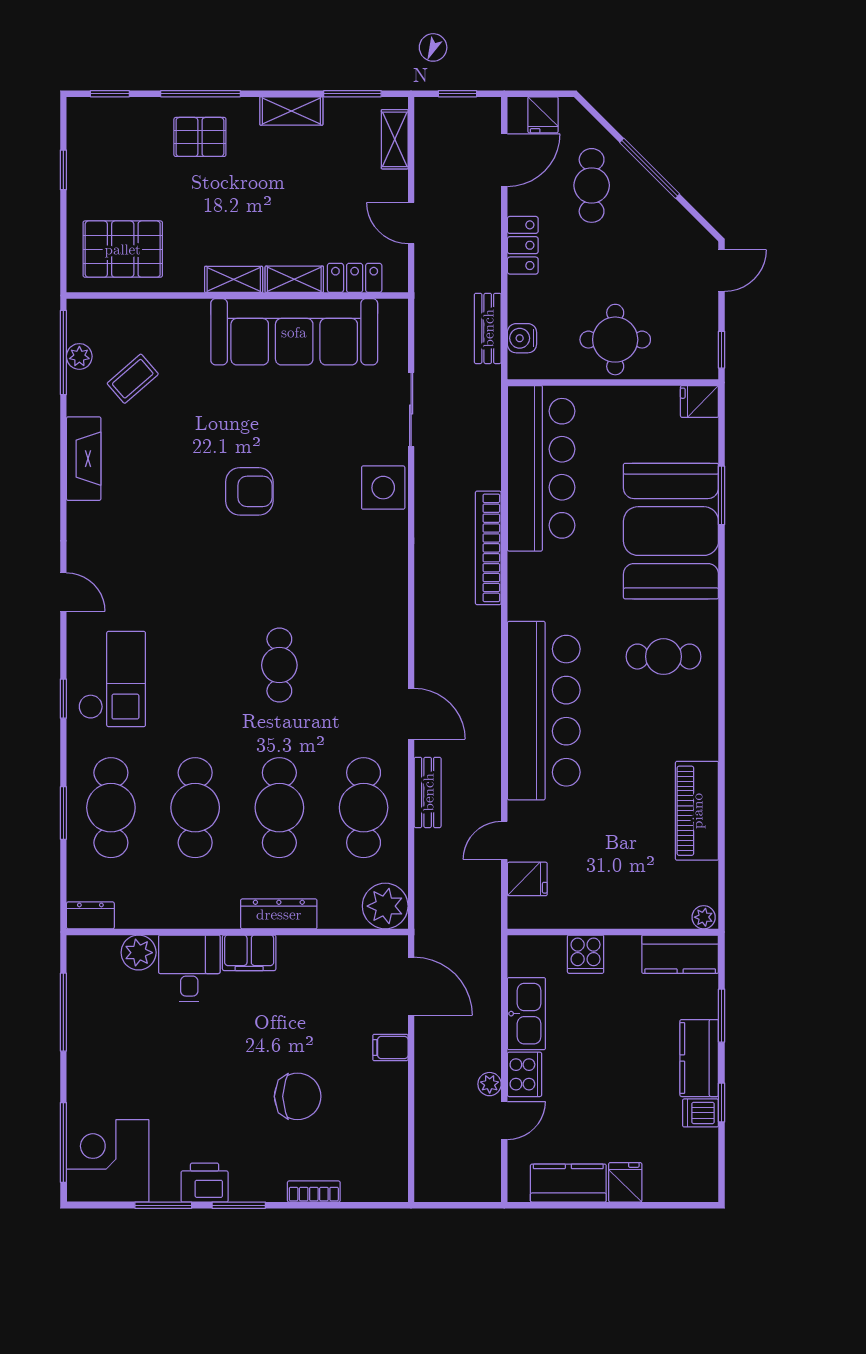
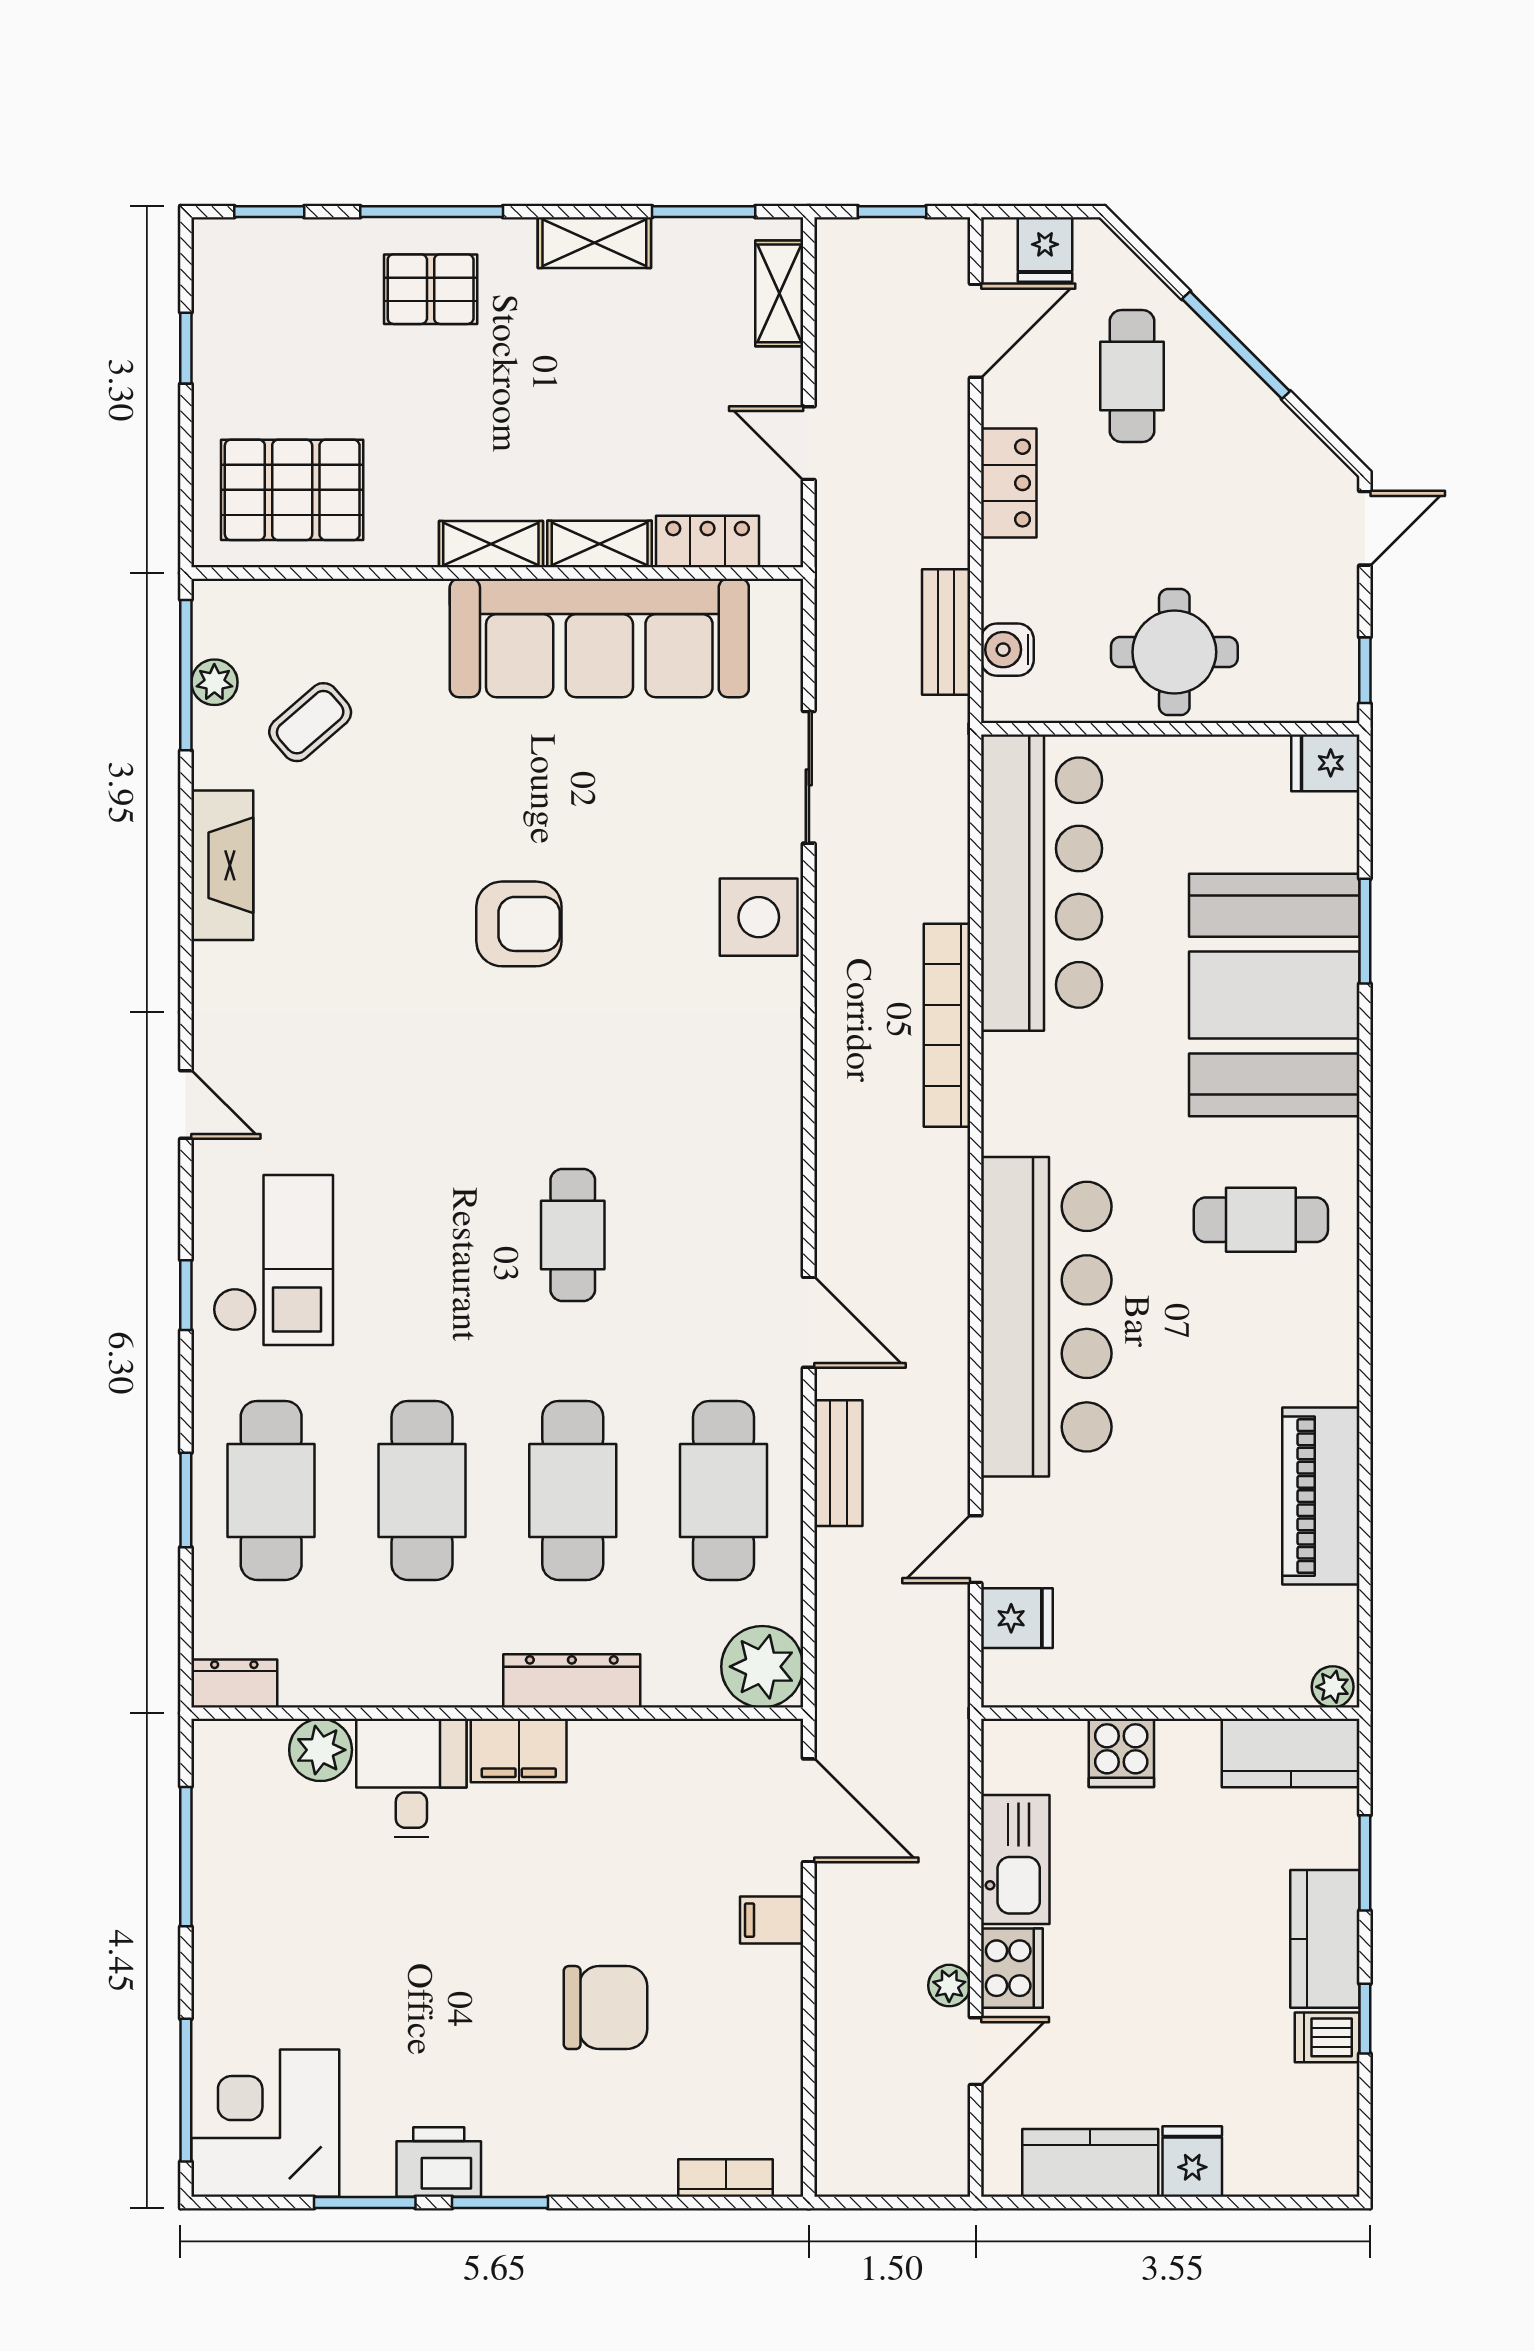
bookcase: (314, 1192) -> (726, 2178), moved

